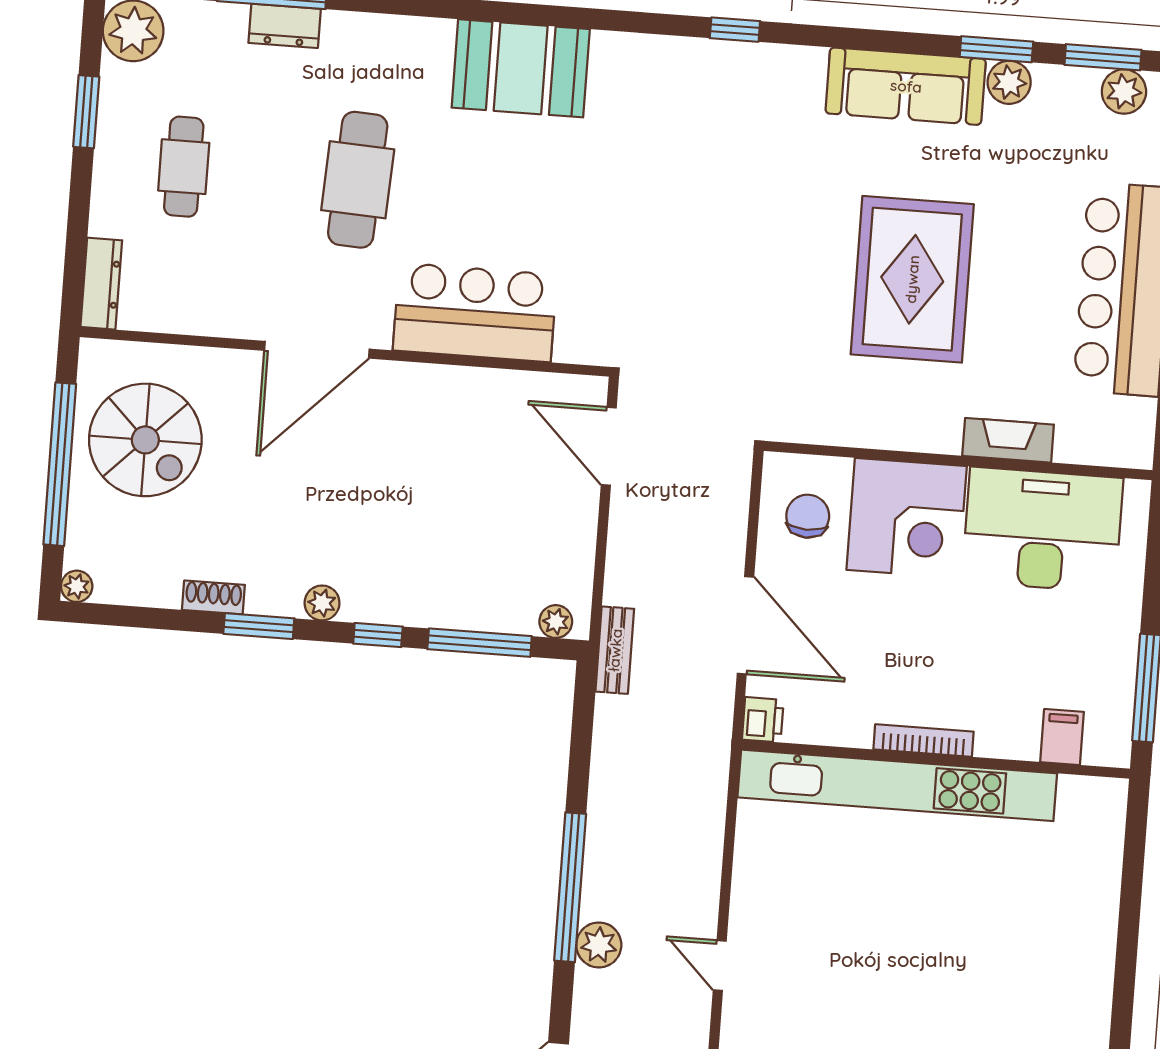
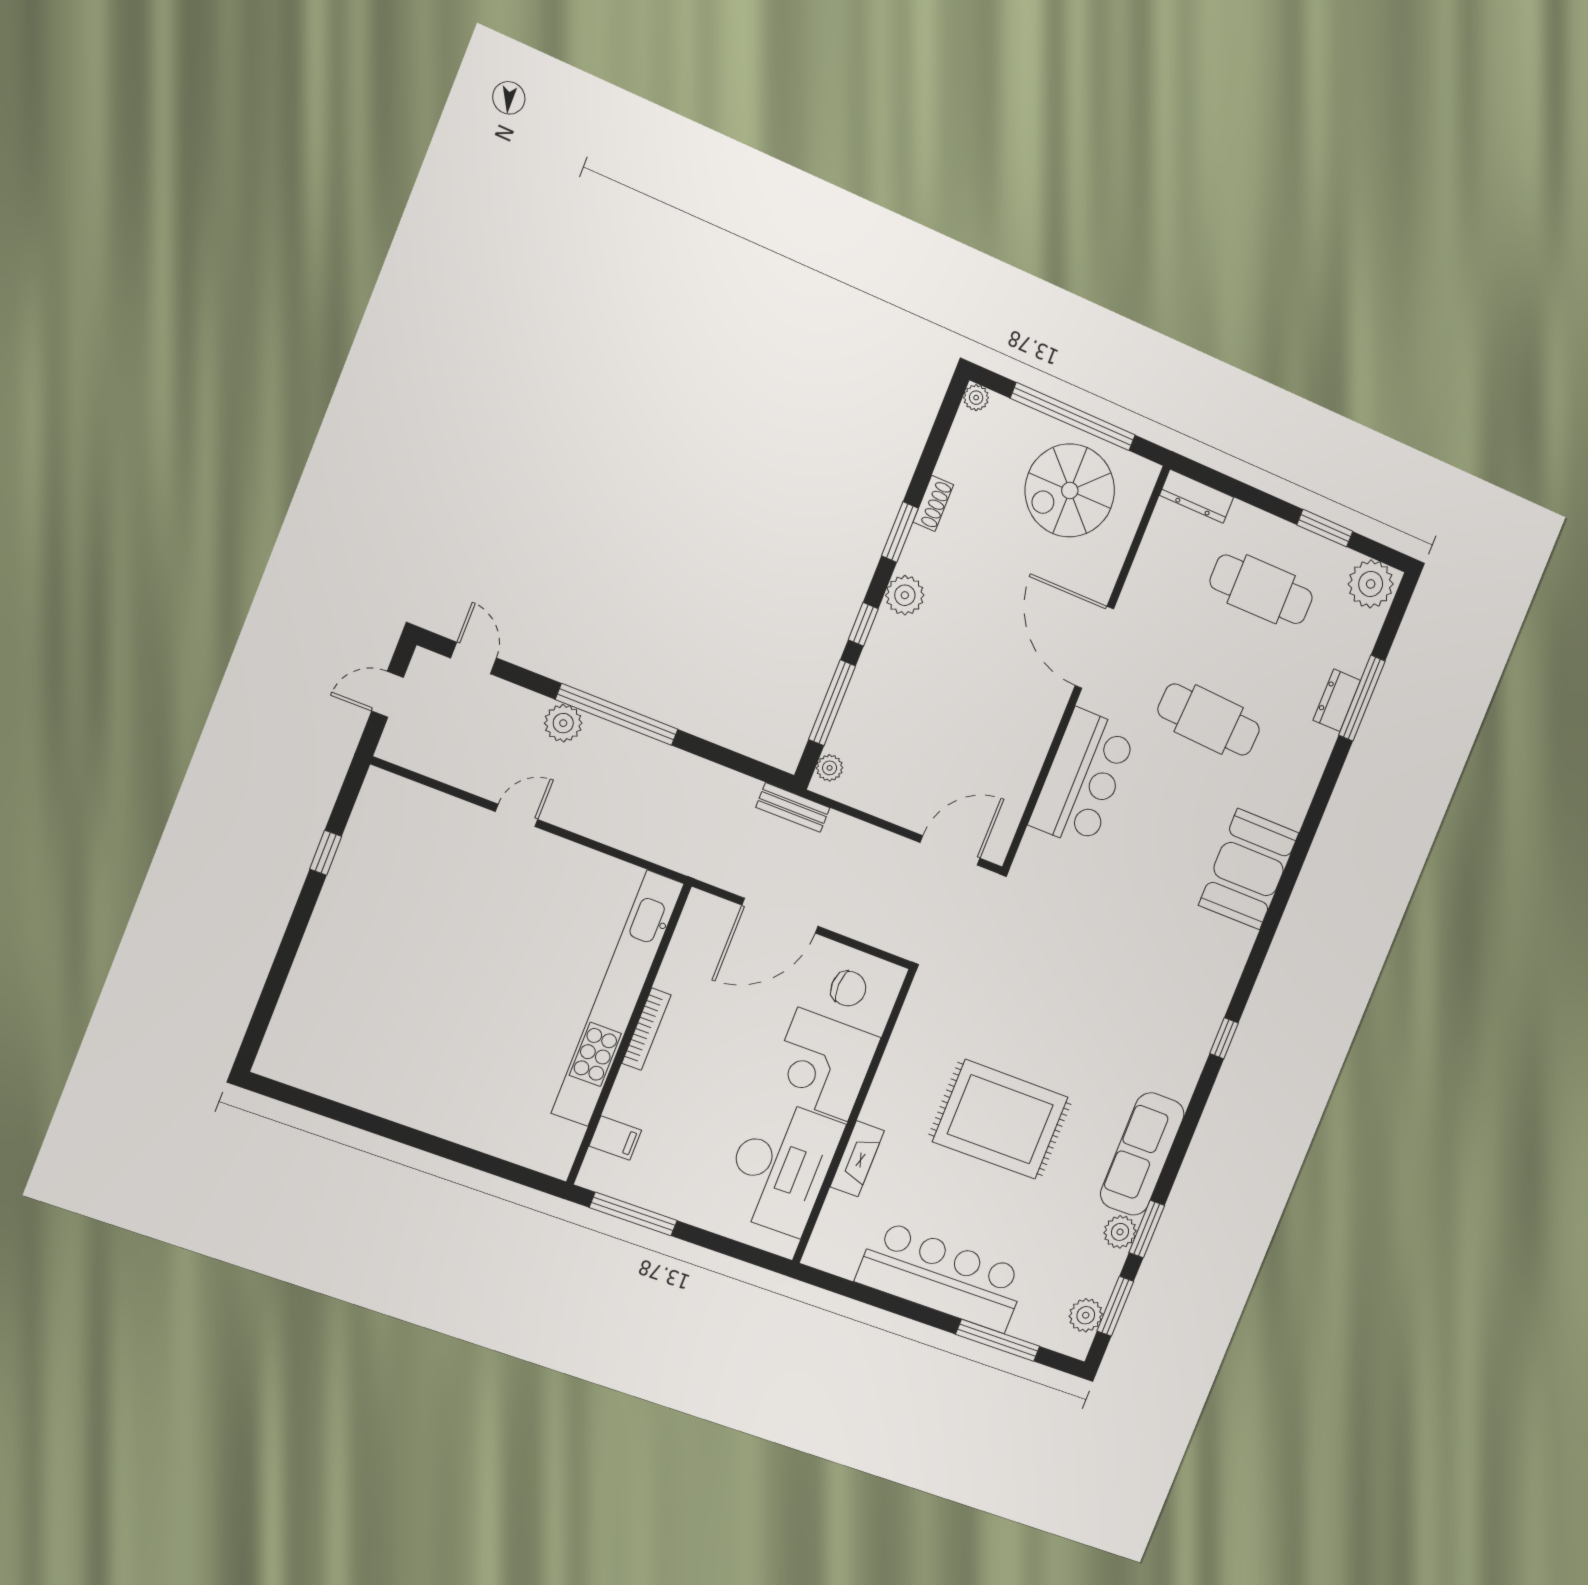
cafe table: (184, 167) -> (1261, 589), width x1.37, depth x1.35
plant: (322, 603) -> (905, 595), width x1.38, depth x1.38
printer: (763, 720) -> (702, 908), removed

